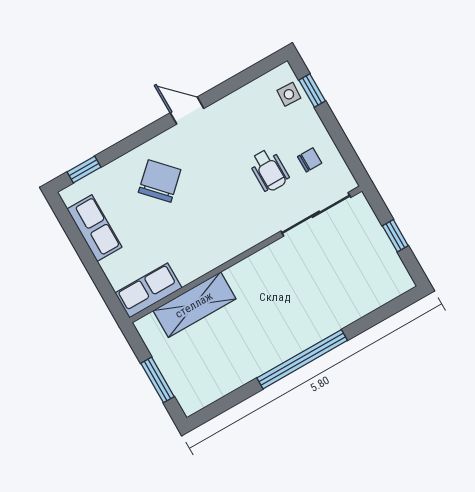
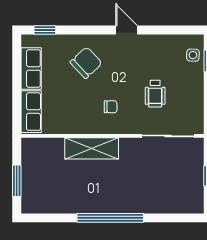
chair: (310, 160) -> (111, 107), moved
row of seats: (148, 290) -> (31, 112), moved, turned 90
shelving: (194, 305) -> (92, 148), moved

